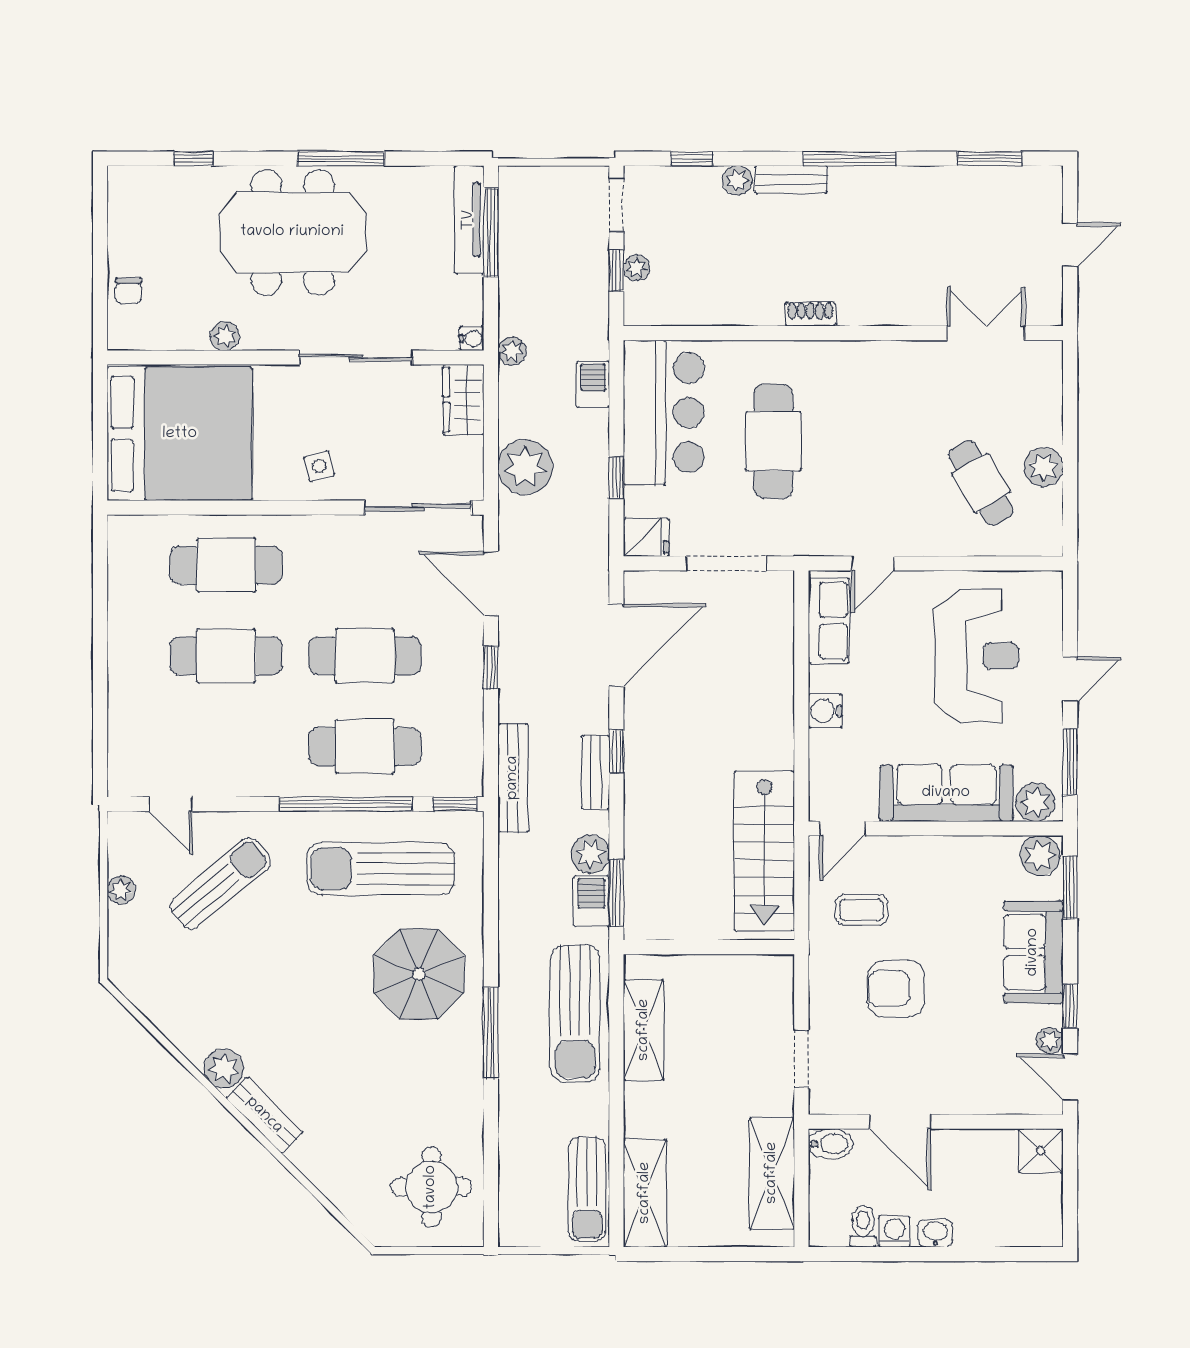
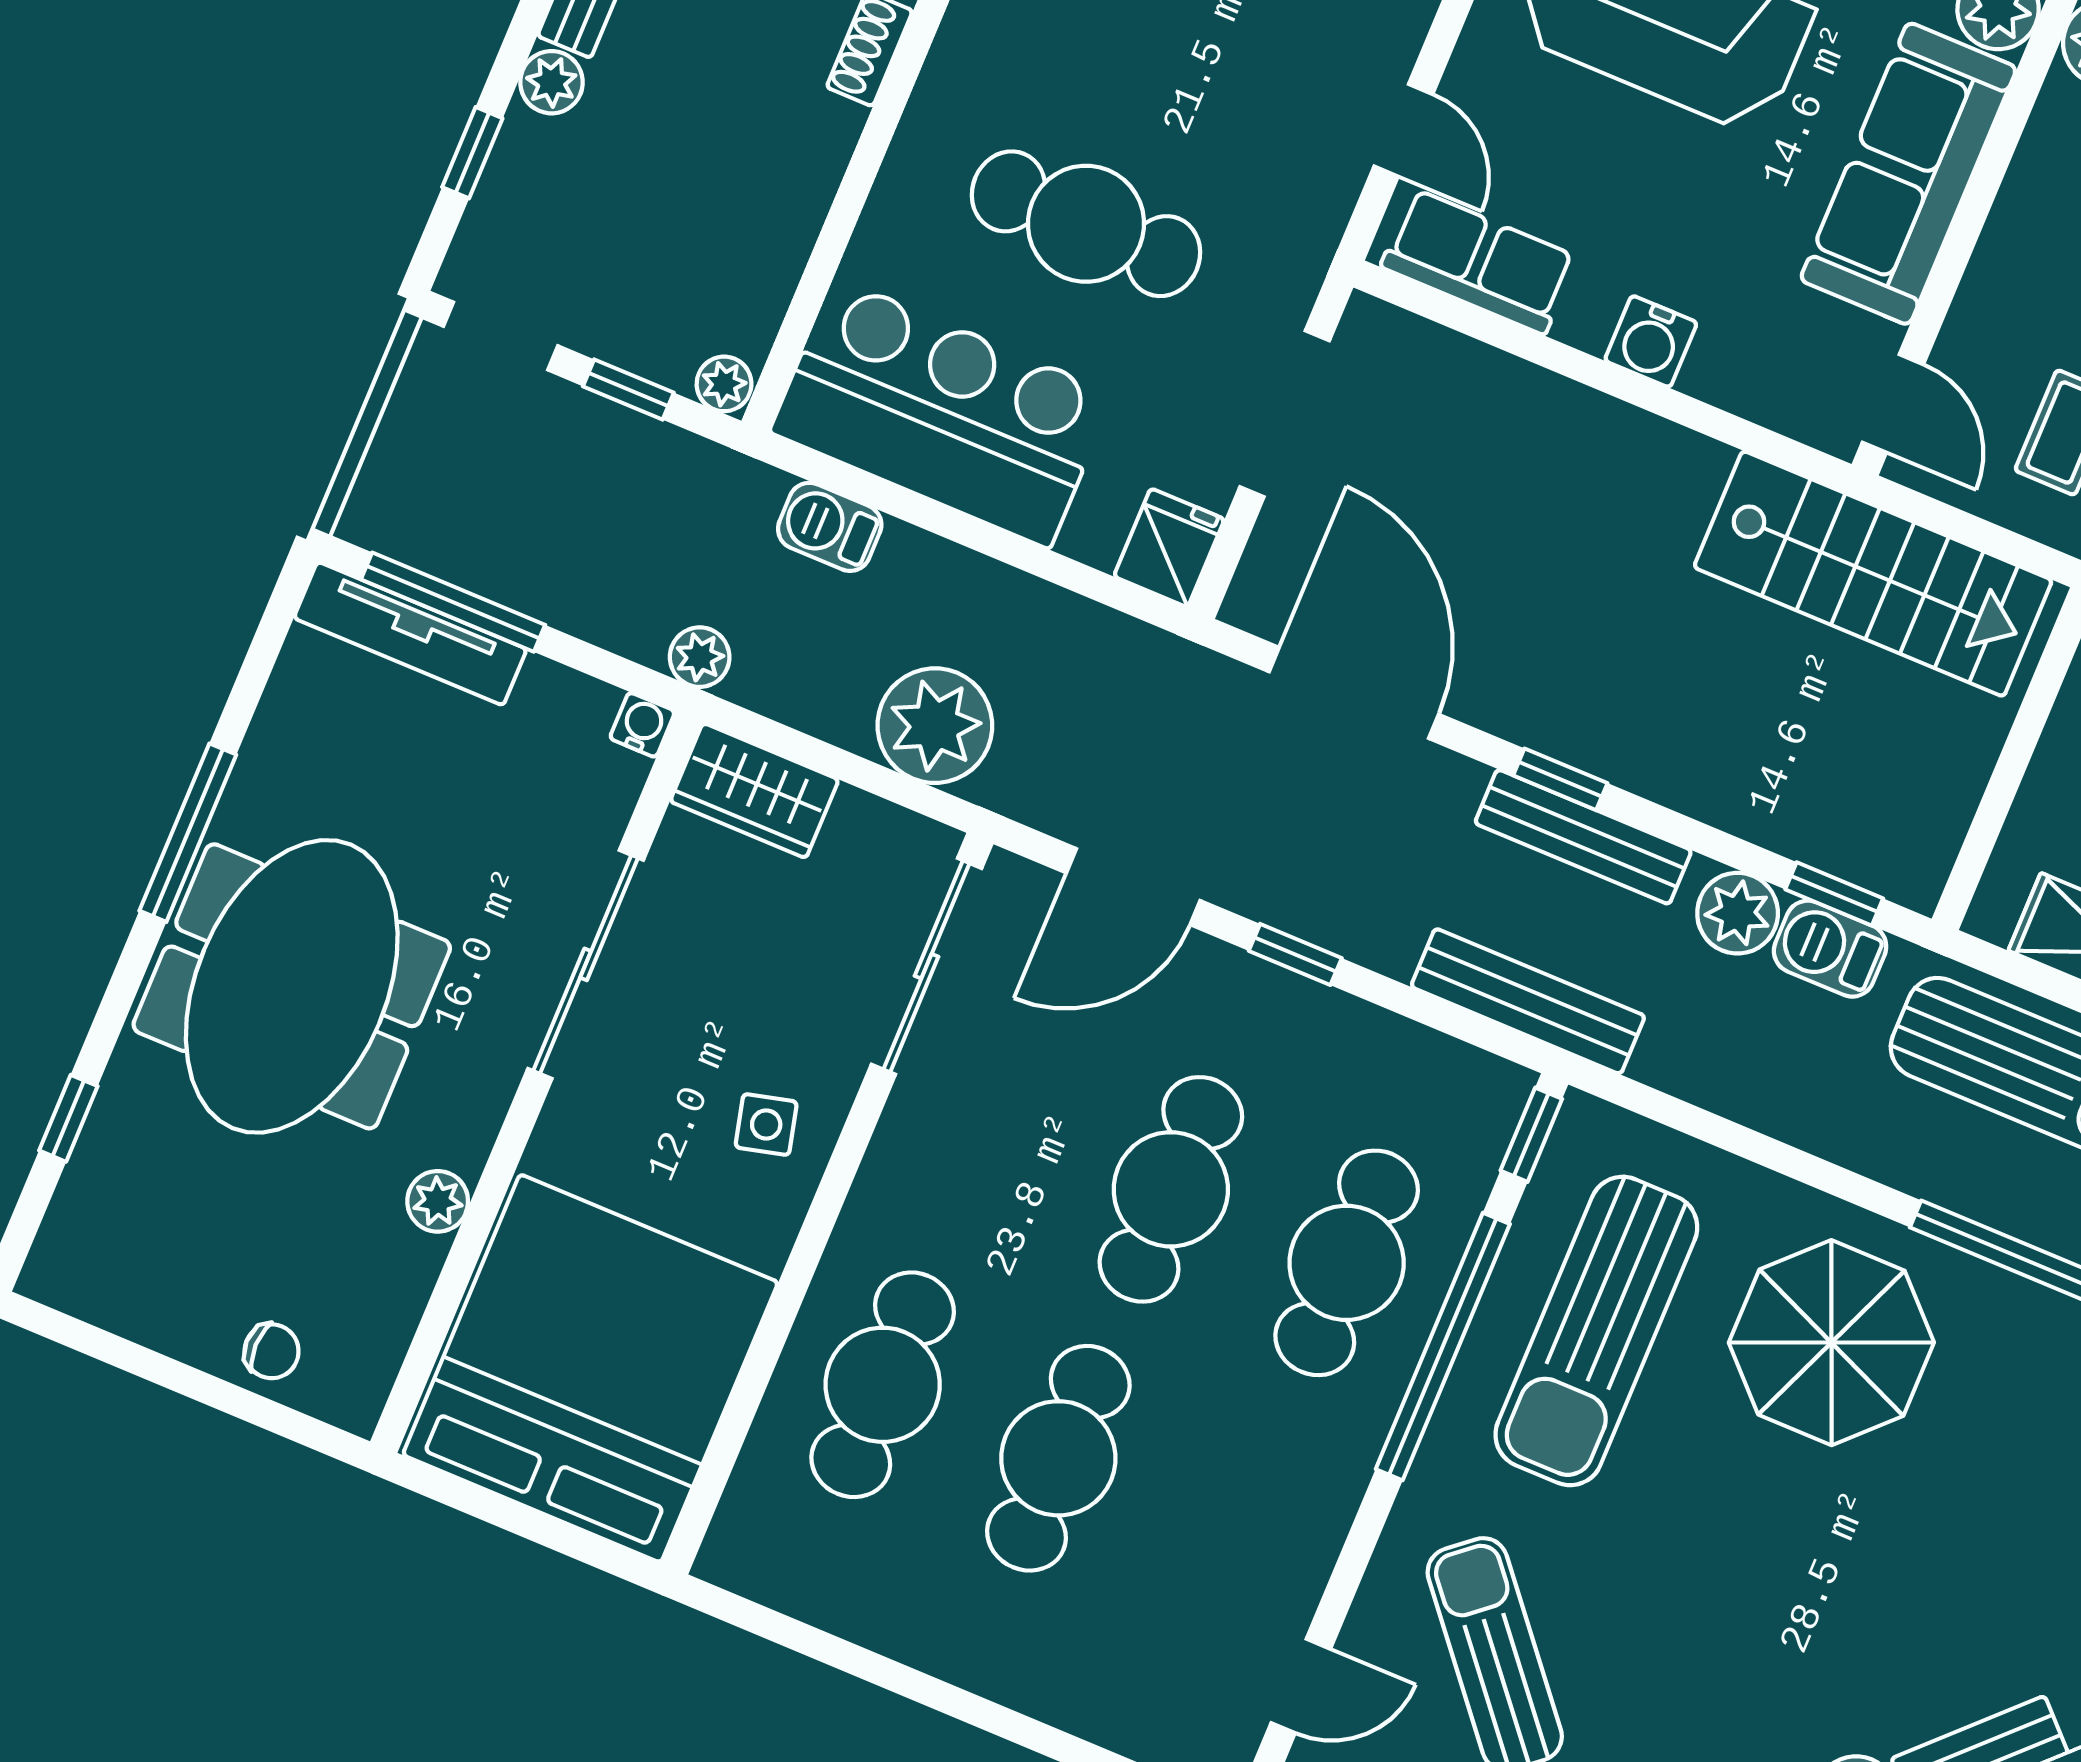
plant: (636, 268) -> (724, 384), moved
window: (616, 478) -> (1030, 558), removed
bench: (595, 772) -> (1583, 837), width x1.36
window: (616, 893) -> (1834, 894), width x0.67

